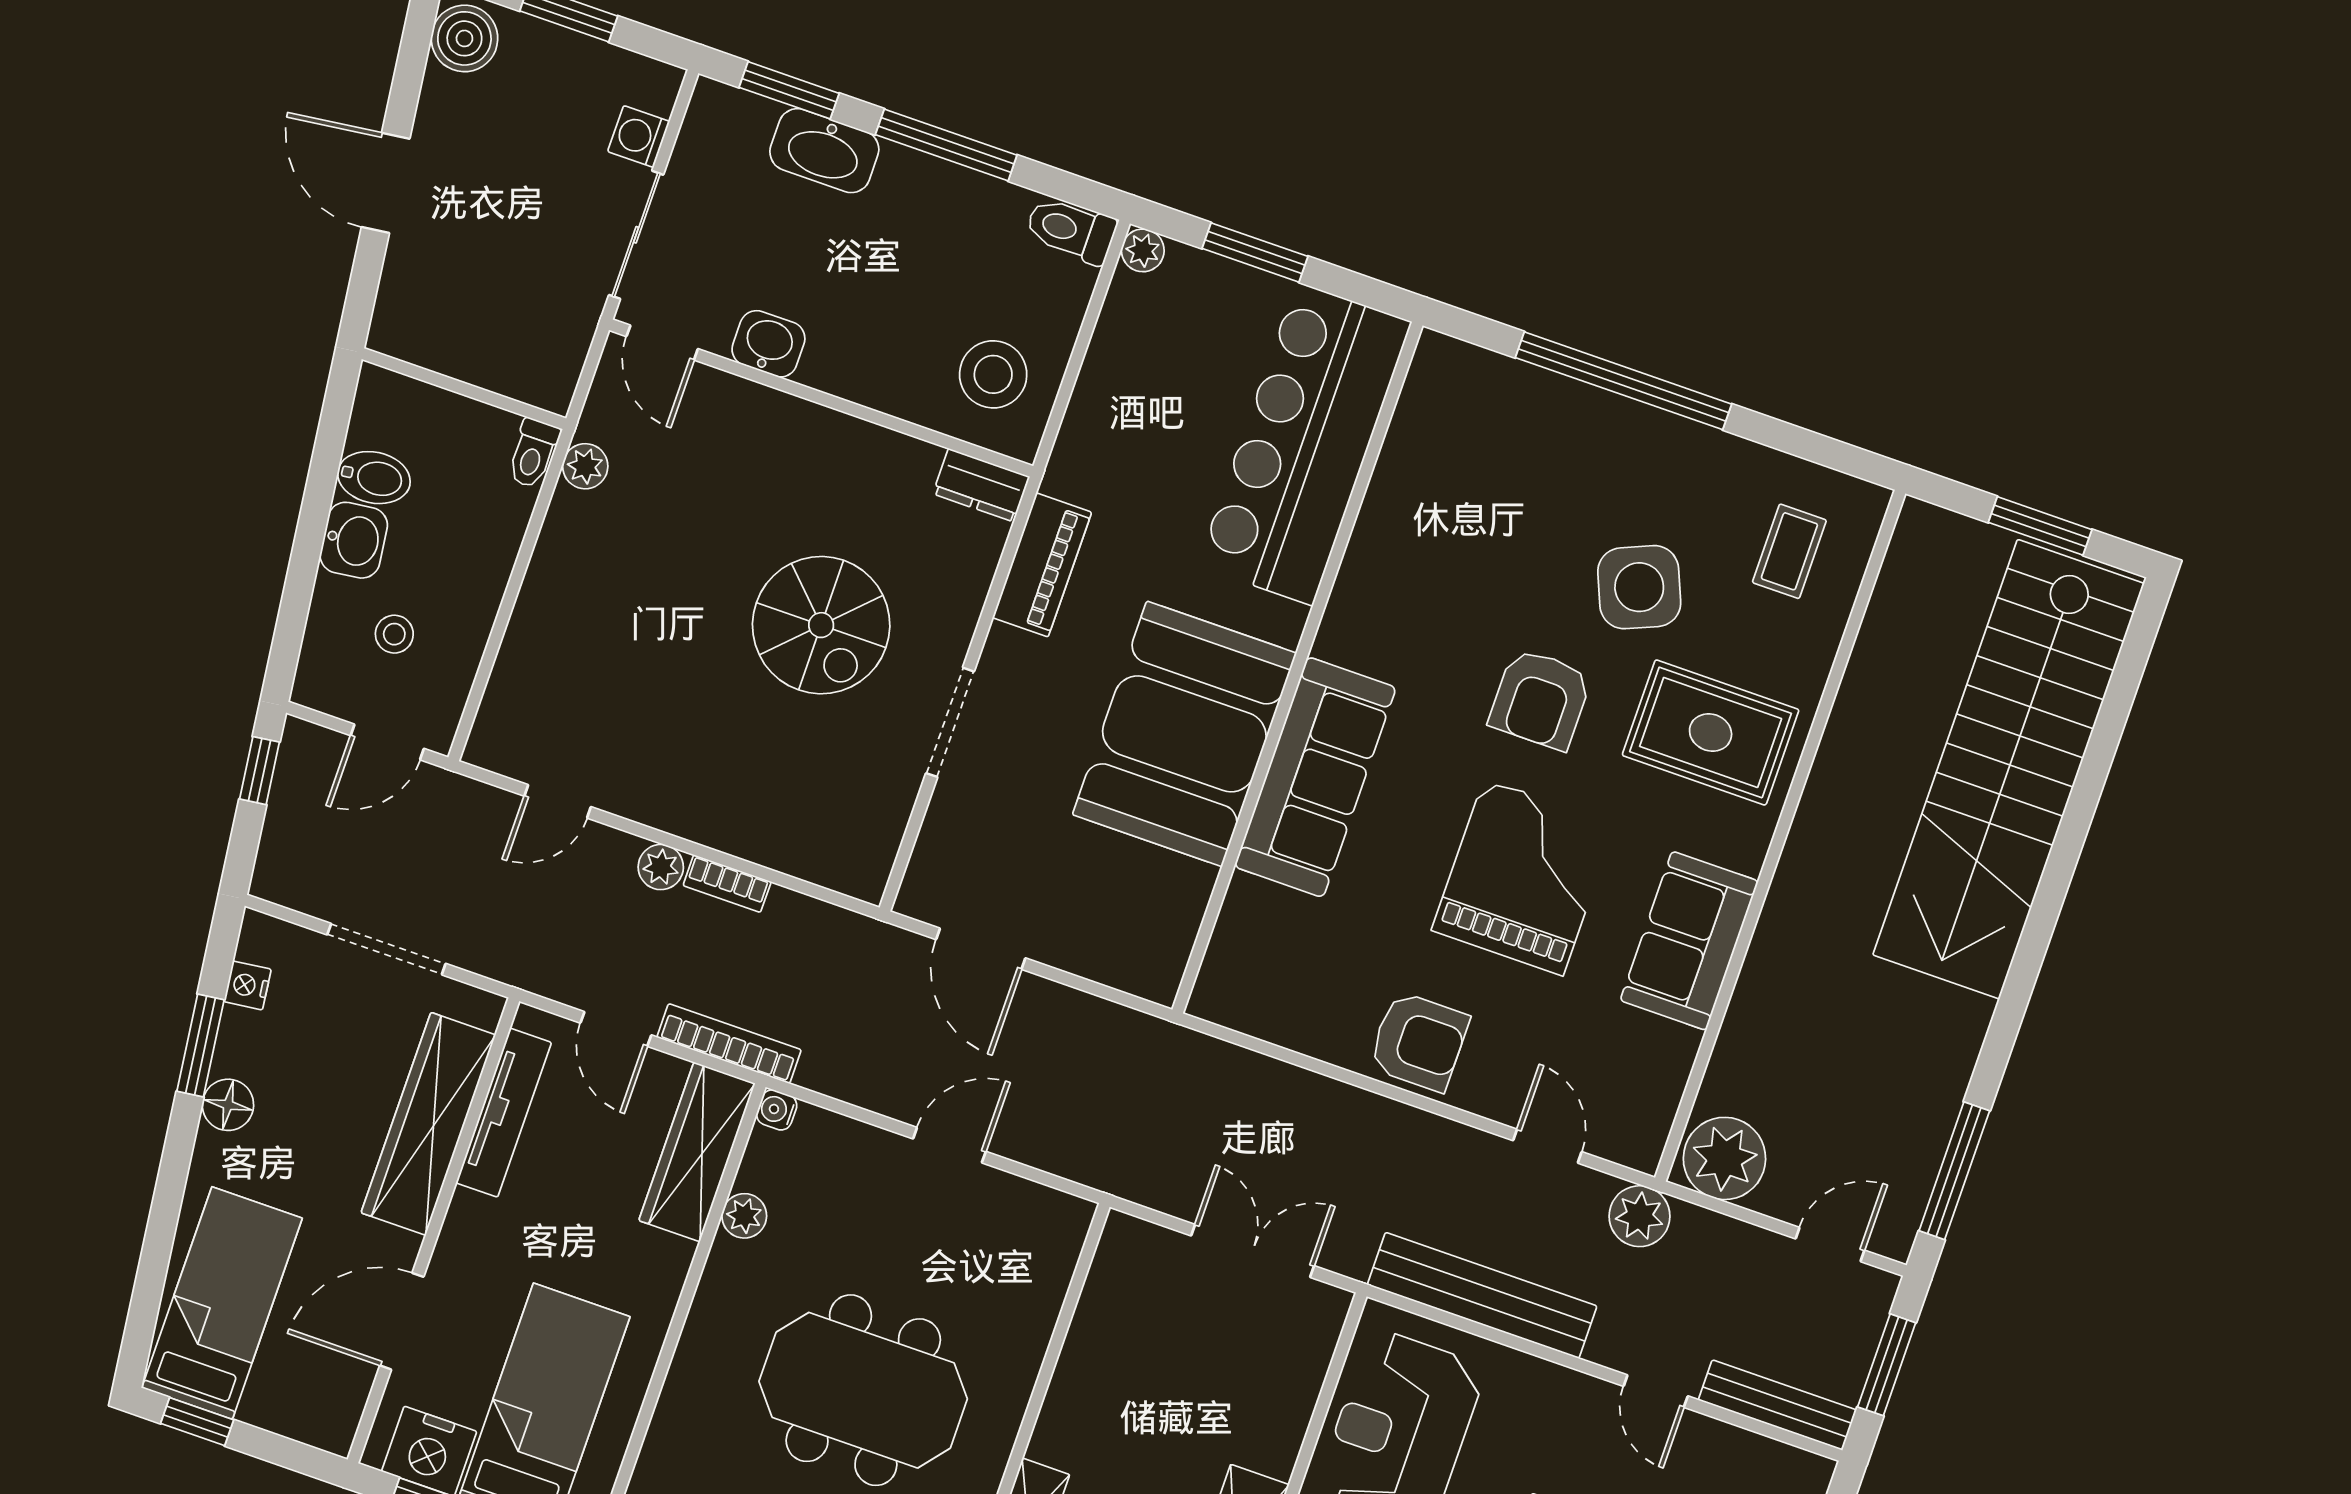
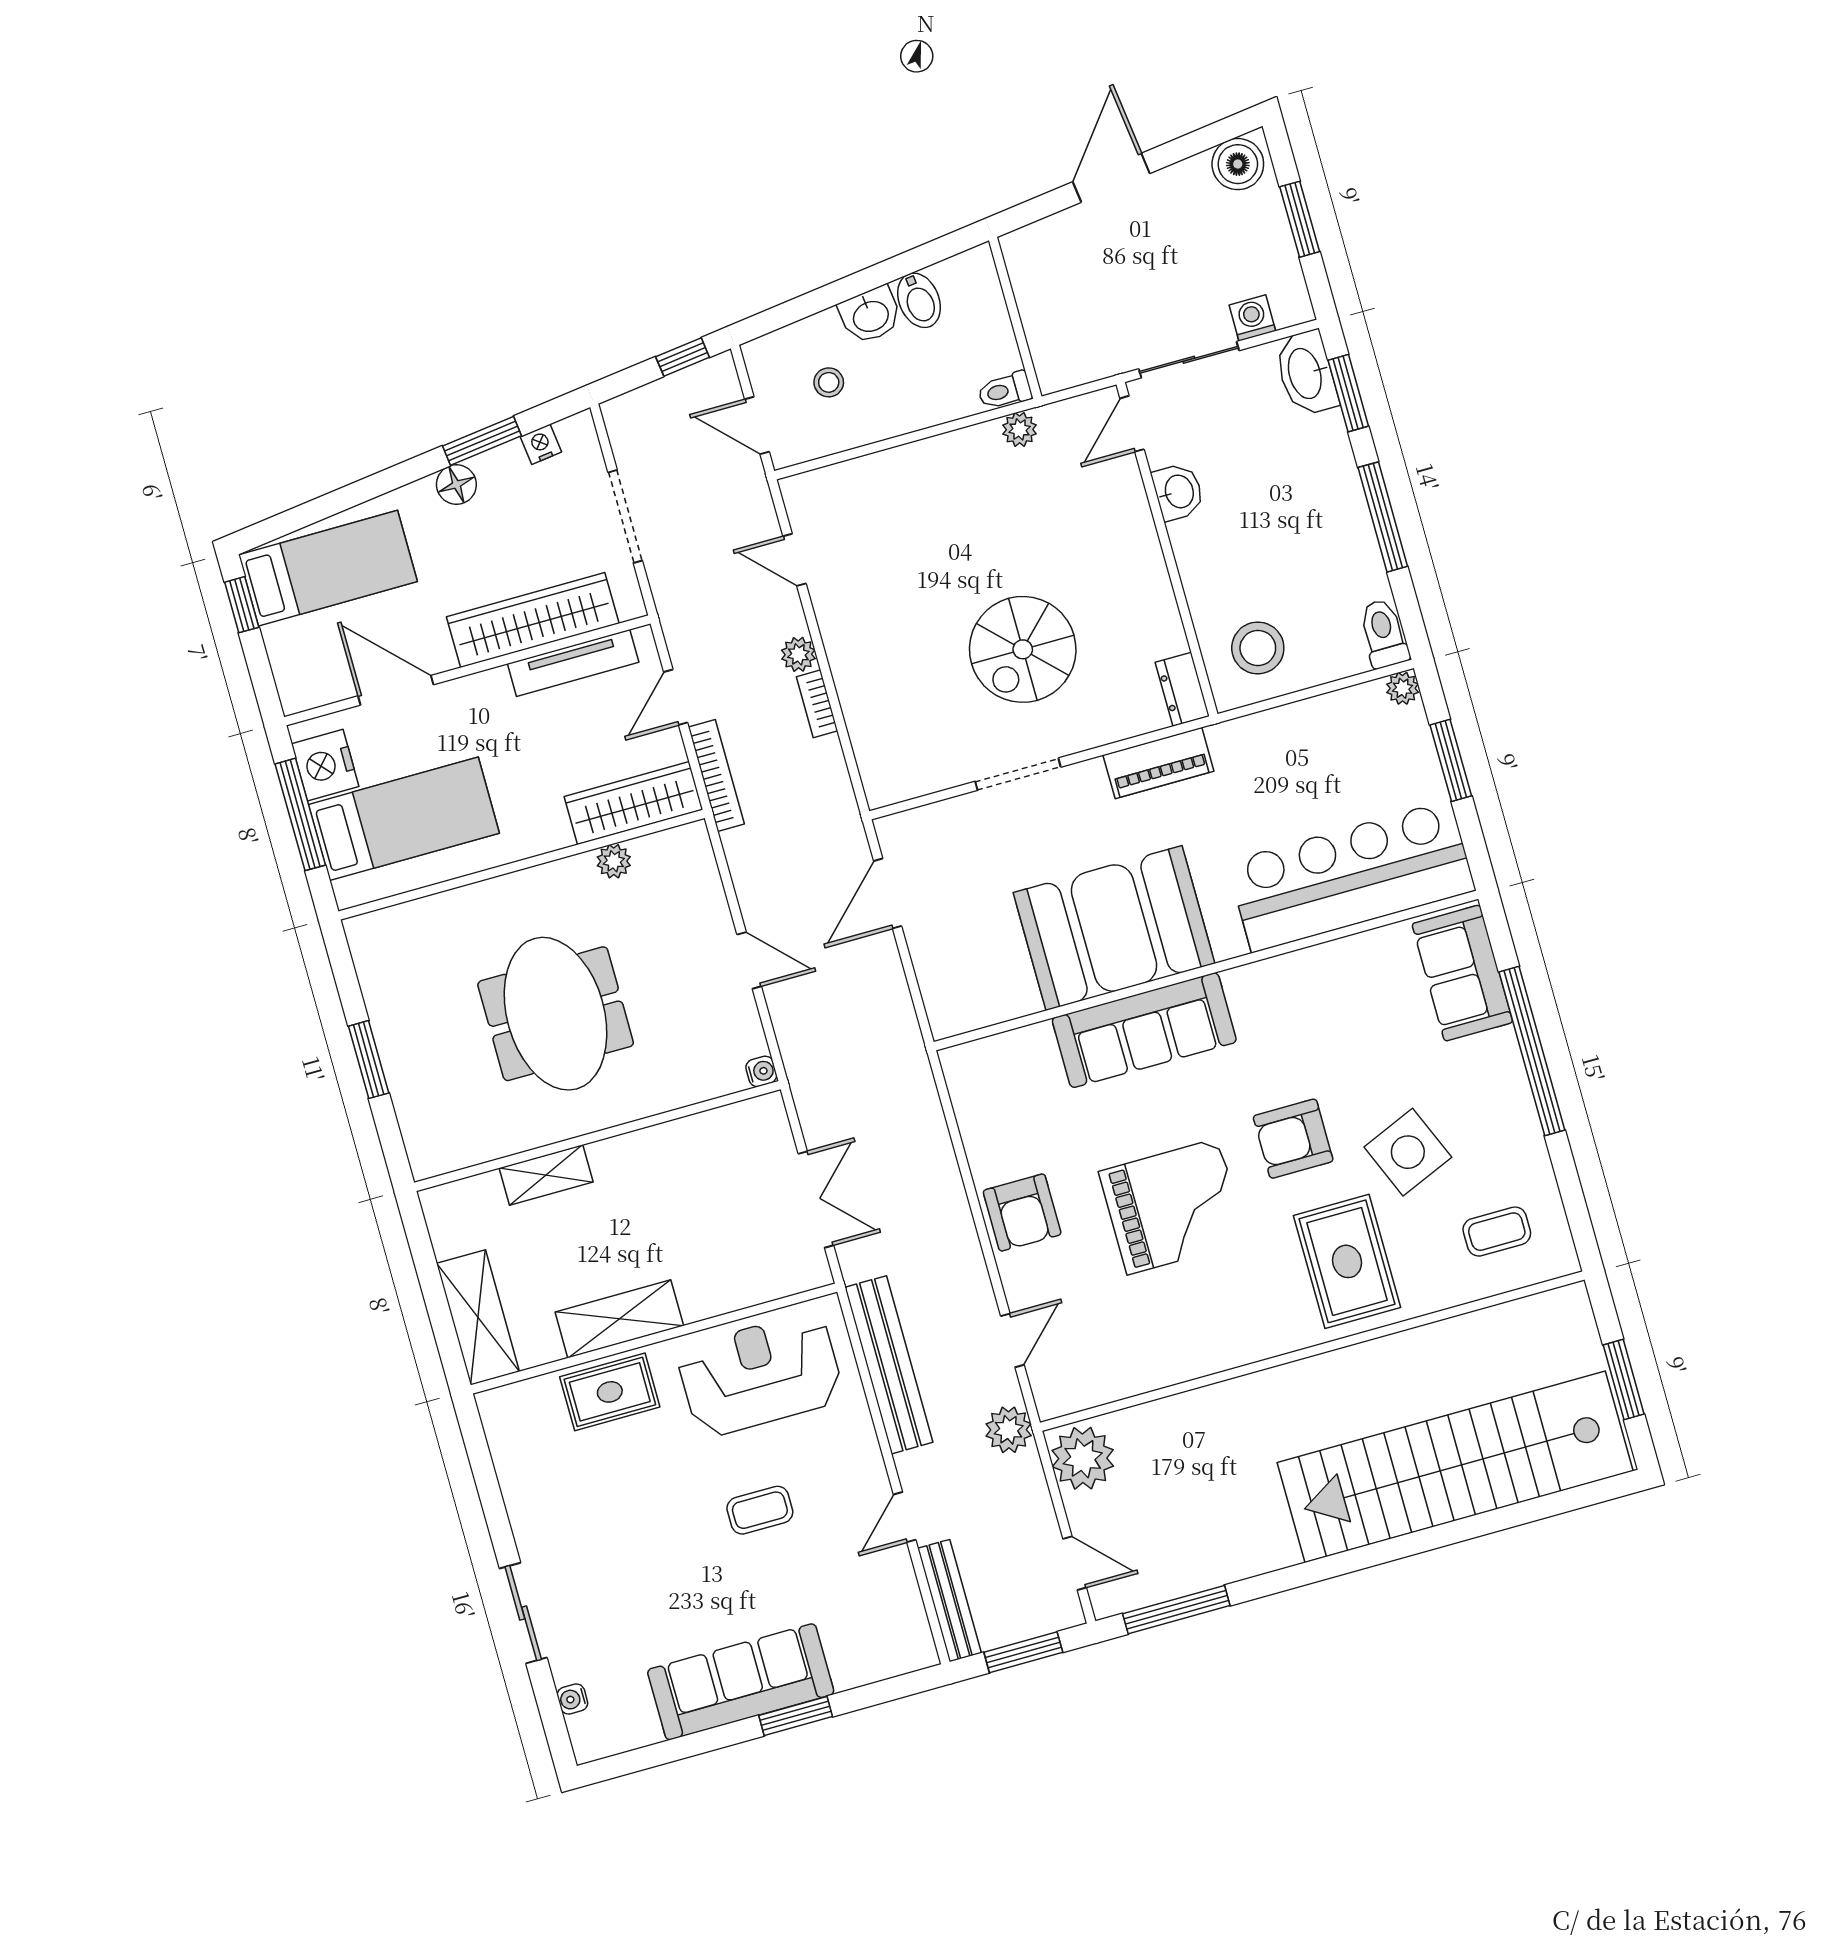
washbasin: (824, 151) -> (1306, 373), moved
sofa: (1689, 941) -> (1462, 973), moved, turned -90
water cooler: (777, 1110) -> (761, 1071), moved, turned 90

